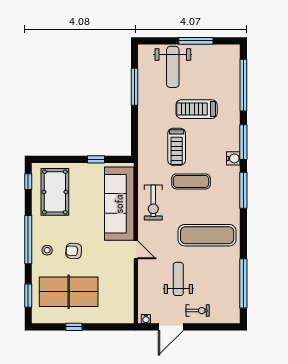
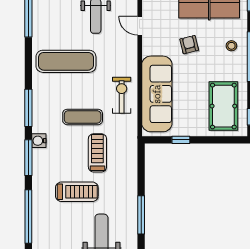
door: (136, 250) -> (140, 26), moved
armchair: (74, 251) -> (189, 45), moved, turned -108

